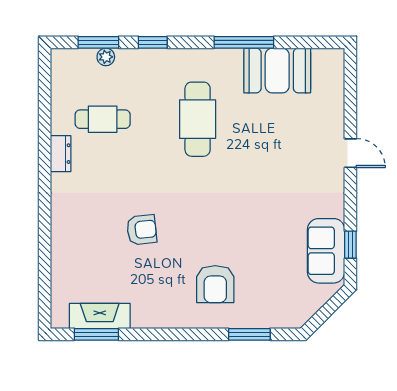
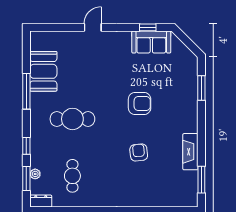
dresser: (61, 154) -> (41, 201), moved
armchair: (215, 284) -> (140, 104), moved
fireplace: (100, 316) -> (190, 152), moved

